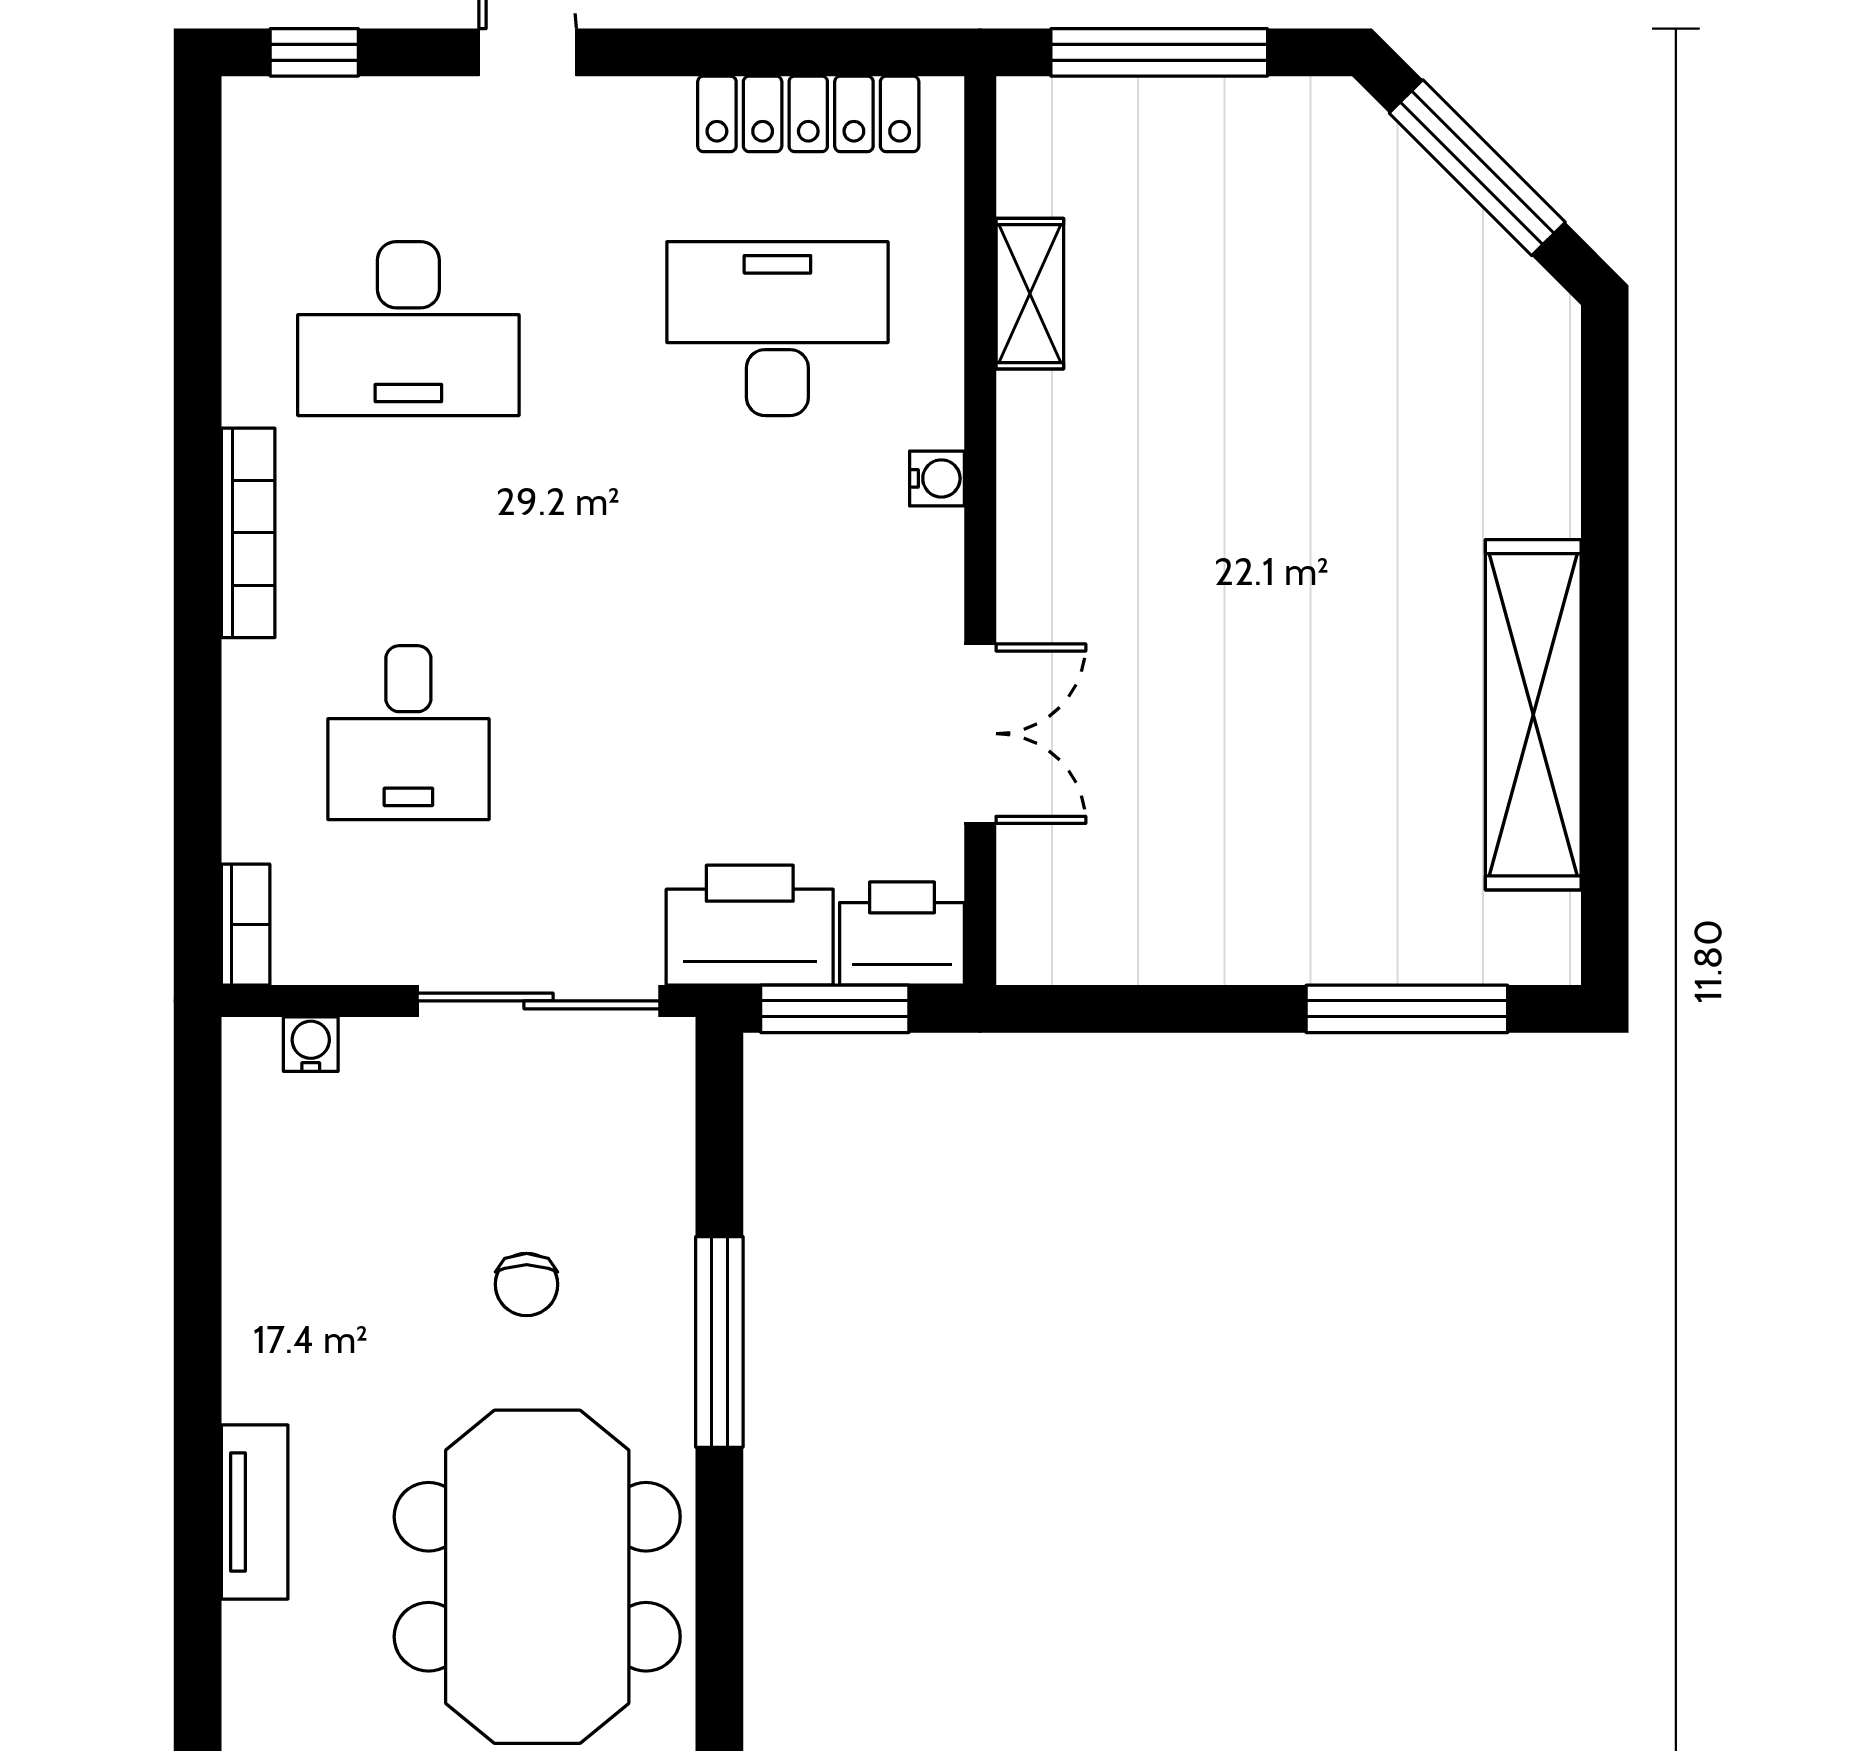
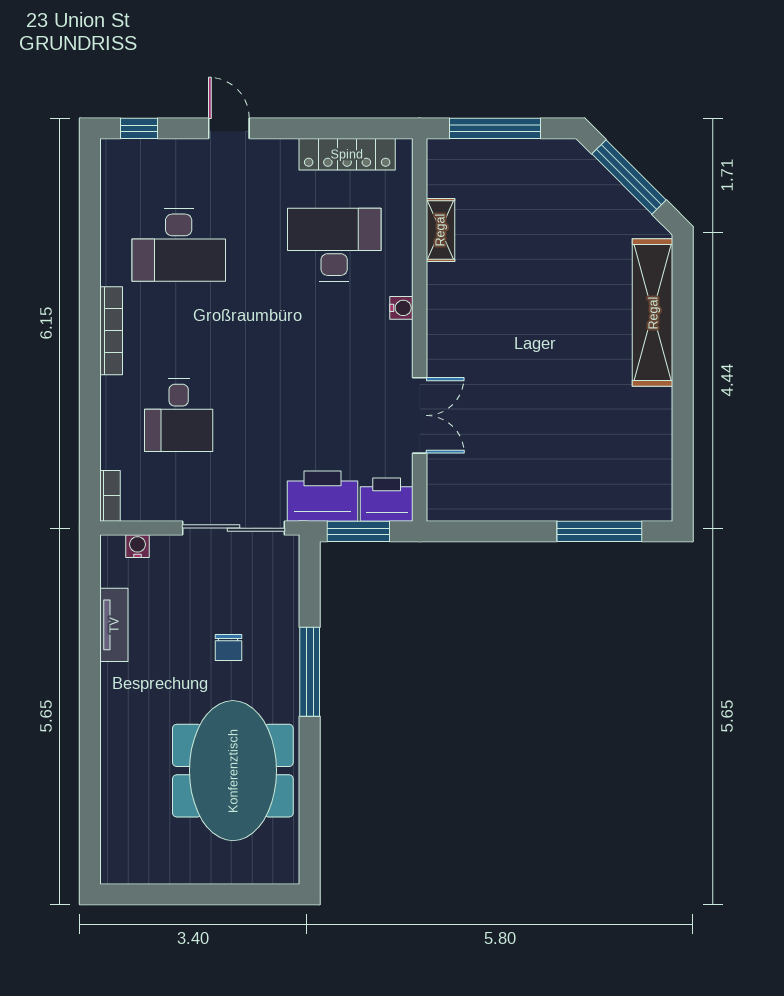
shelving: (1533, 715) -> (653, 313), moved
tv unit: (255, 1512) -> (114, 625), moved

